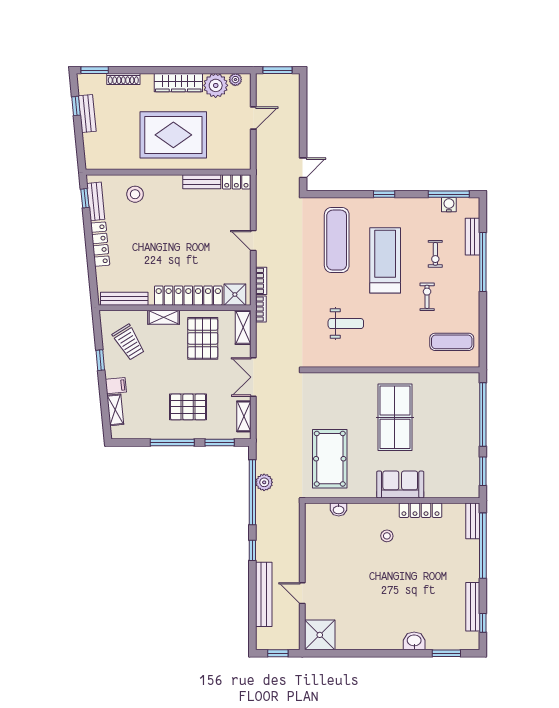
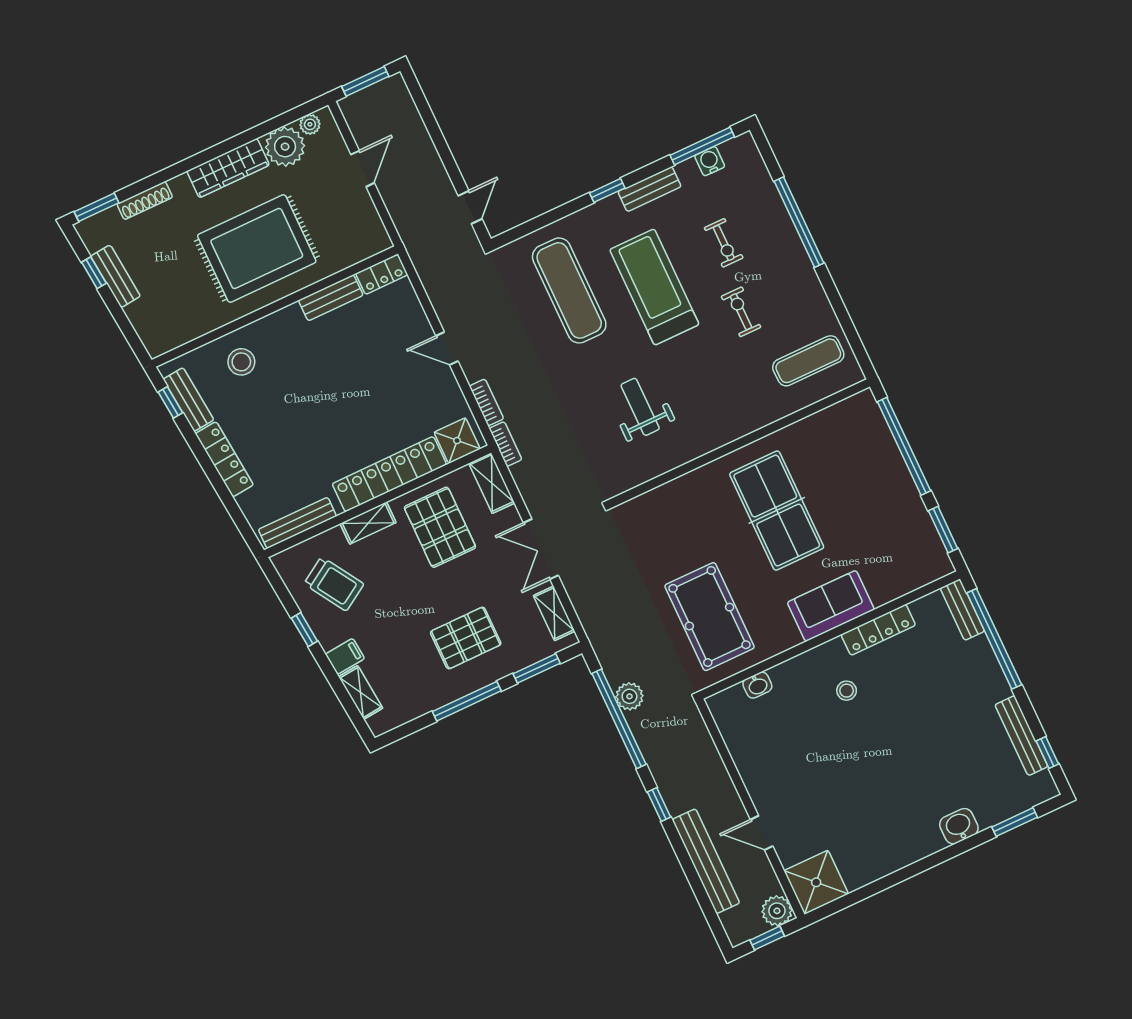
bench: (473, 237) -> (650, 189), moved, turned 90
weight bench: (346, 324) -> (640, 407), turned -90
plant: (290, 641) -> (777, 911), added

